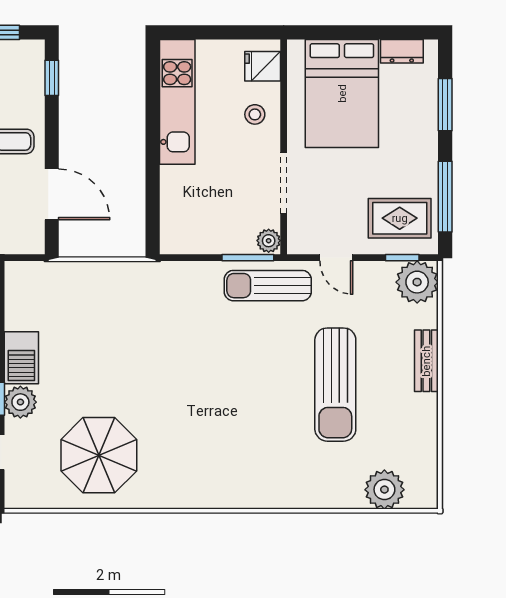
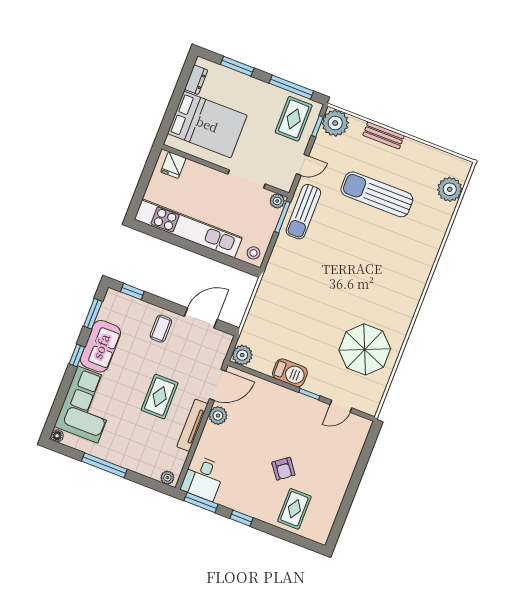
kitchen unit: (177, 102) -> (188, 228), width x1.36
stool: (255, 114) -> (253, 253), moved
sun lounger: (335, 385) -> (377, 194), turned 180
plant: (20, 402) -> (242, 355), moved

